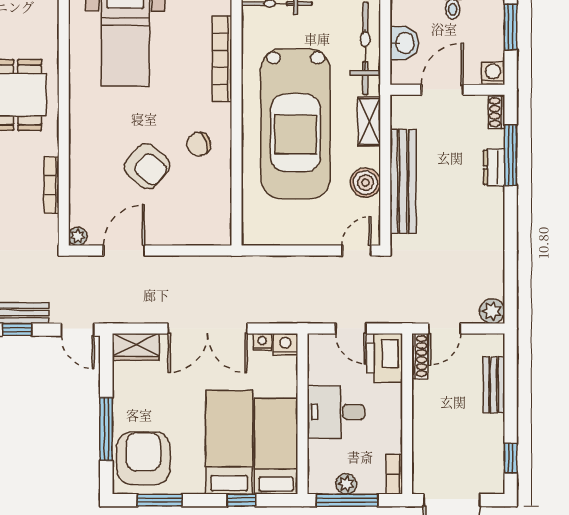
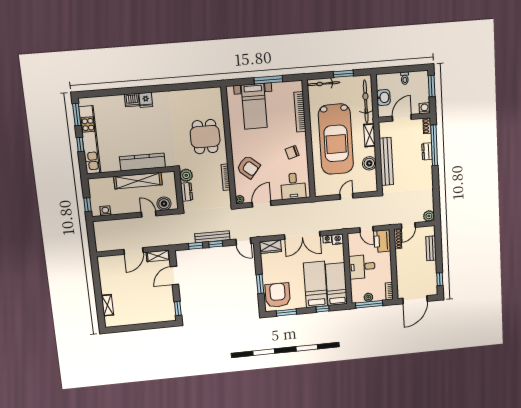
window: (511, 155) -> (434, 145), width x1.46
armchair: (147, 166) -> (248, 167), moved
desk: (196, 218) -> (293, 186), added
door: (357, 250) -> (346, 196), moved
window: (106, 429) -> (260, 284), width x0.69

